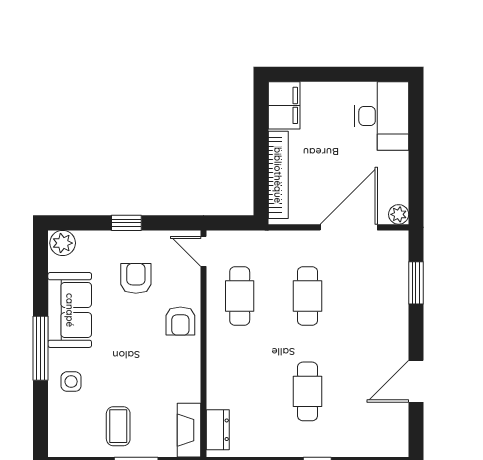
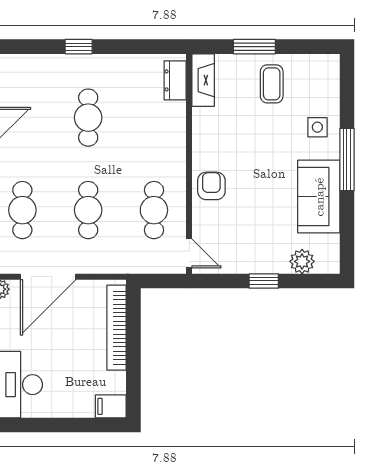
filing cabinet: (284, 105) -> (111, 406), width x0.50
plant: (63, 243) -> (302, 261), moved
armchair: (136, 278) -> (255, 227), removed
cafe table: (375, 296) -> (22, 210), added

